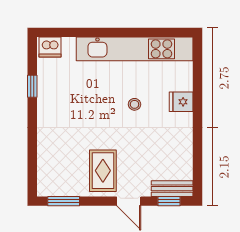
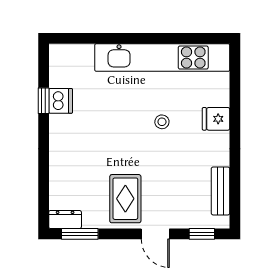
dishwasher: (50, 47) -> (61, 101), moved, turned -90
dresser: (51, 189) -> (65, 220), added
bench: (172, 189) -> (220, 191), moved, turned 90

